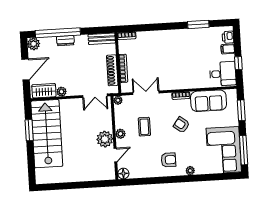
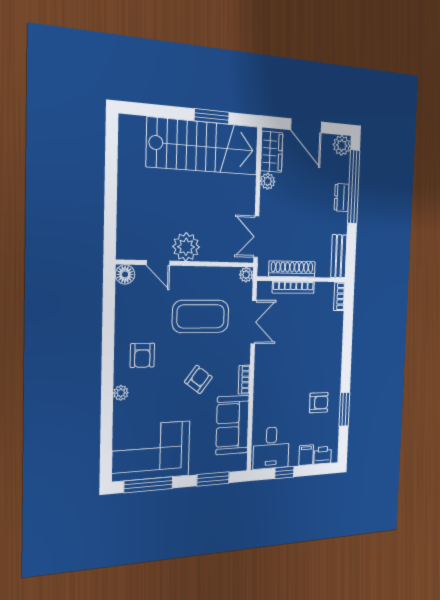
armchair: (194, 43) -> (319, 403), added
coffee table: (144, 127) -> (201, 316), width x1.86, depth x1.72
plant: (120, 134) -> (193, 275), removed

